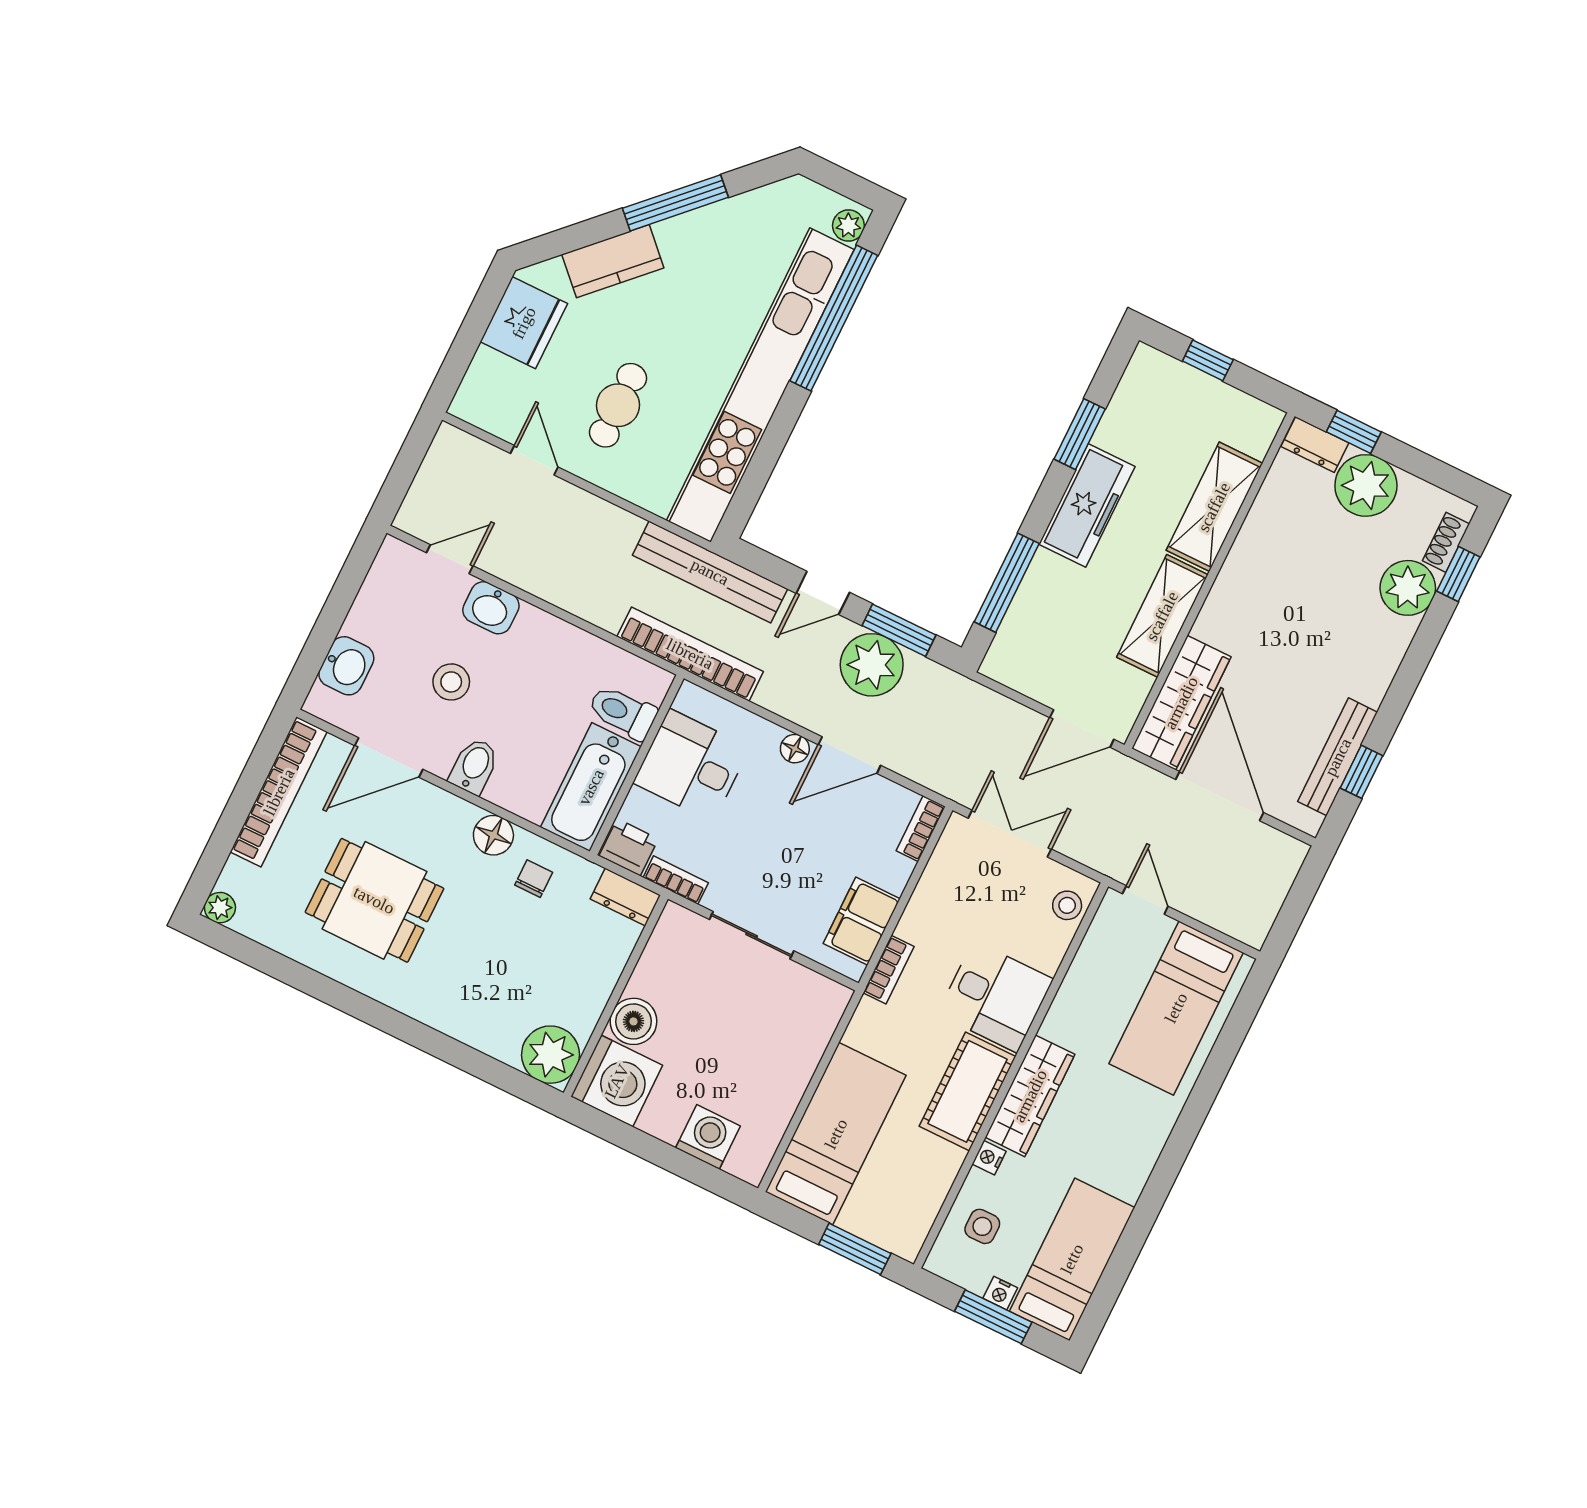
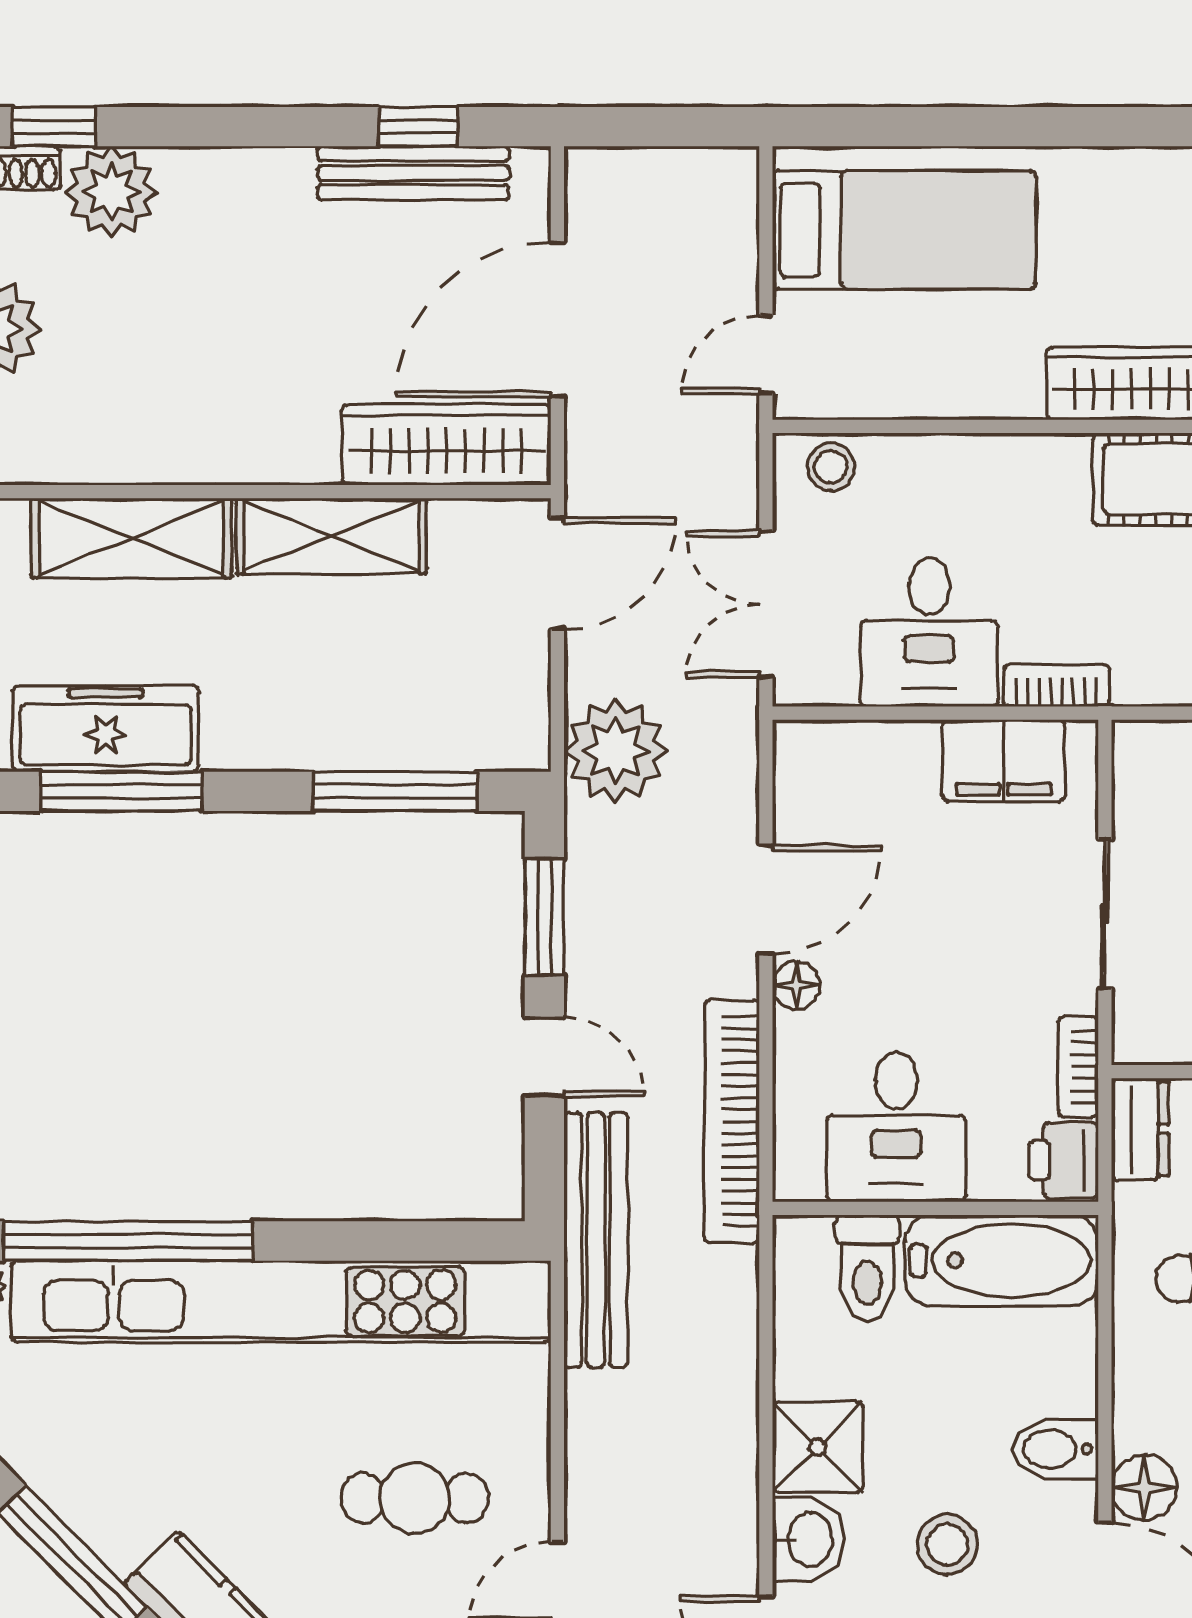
window: (1080, 434) -> (122, 791), width x1.44
freezer: (1087, 505) -> (106, 729), moved
shower: (539, 638) -> (818, 1447), added
bookcase: (690, 654) -> (732, 1121), moved
plant: (872, 665) -> (616, 751), moved
door: (1082, 729) -> (557, 574), hinge flipped
door: (849, 755) -> (766, 900), hinge flipped
bookcase: (921, 829) -> (824, 740), removed
floor lamp: (493, 835) -> (1144, 1488), moved
desk: (995, 997) -> (929, 632), moved, turned 180

